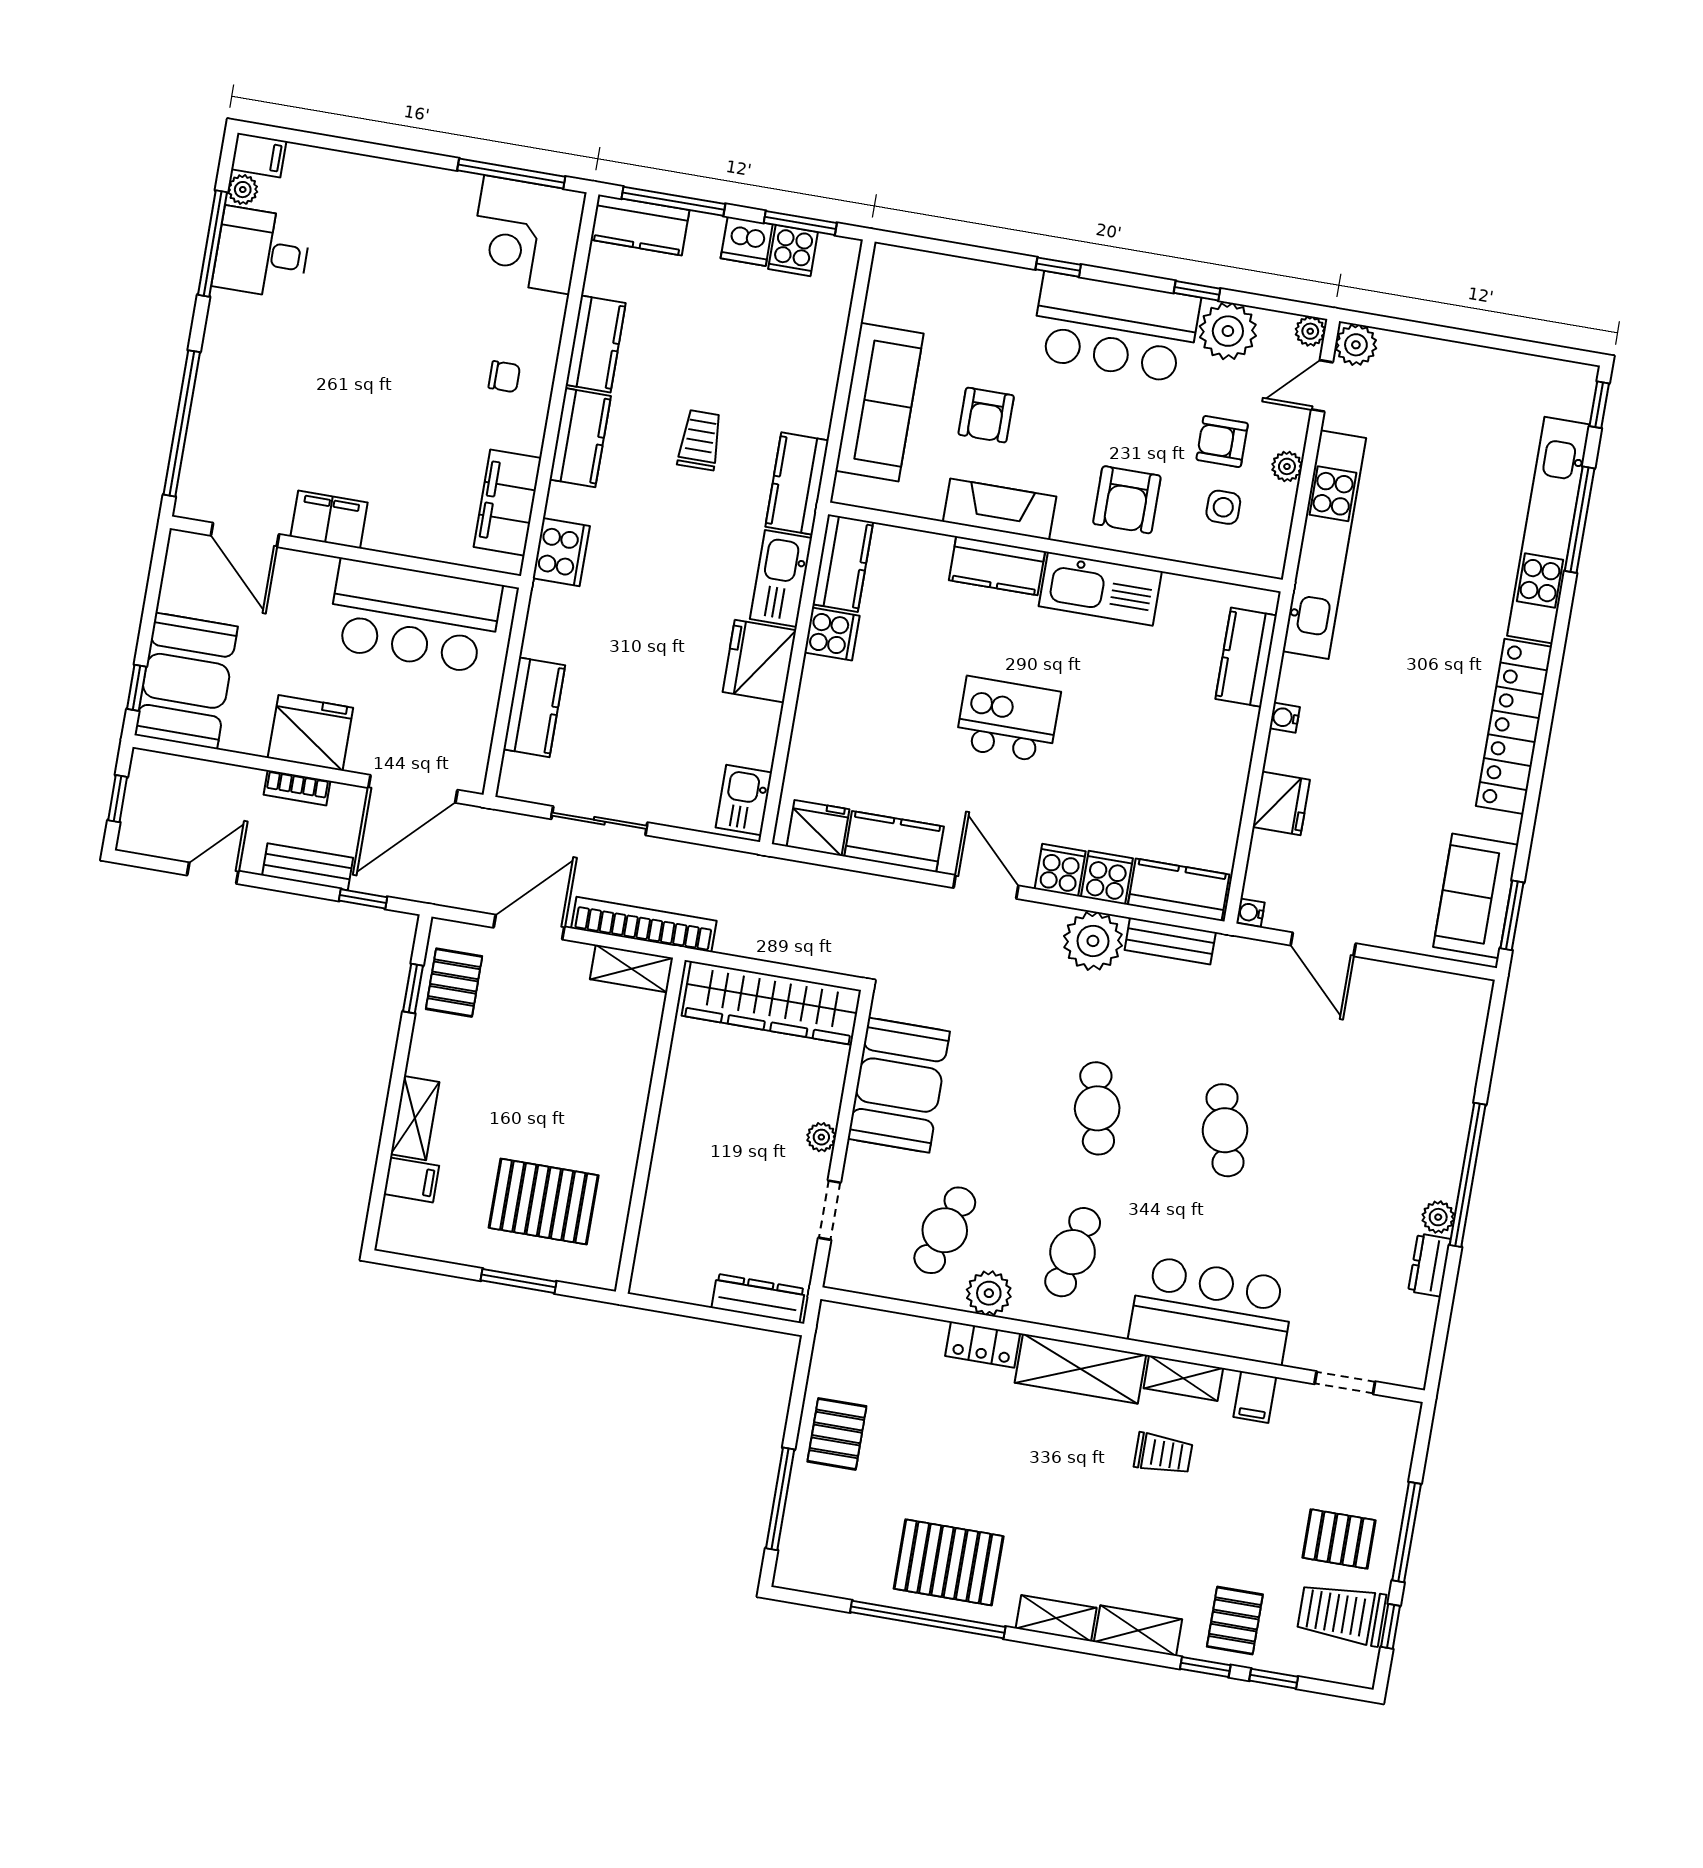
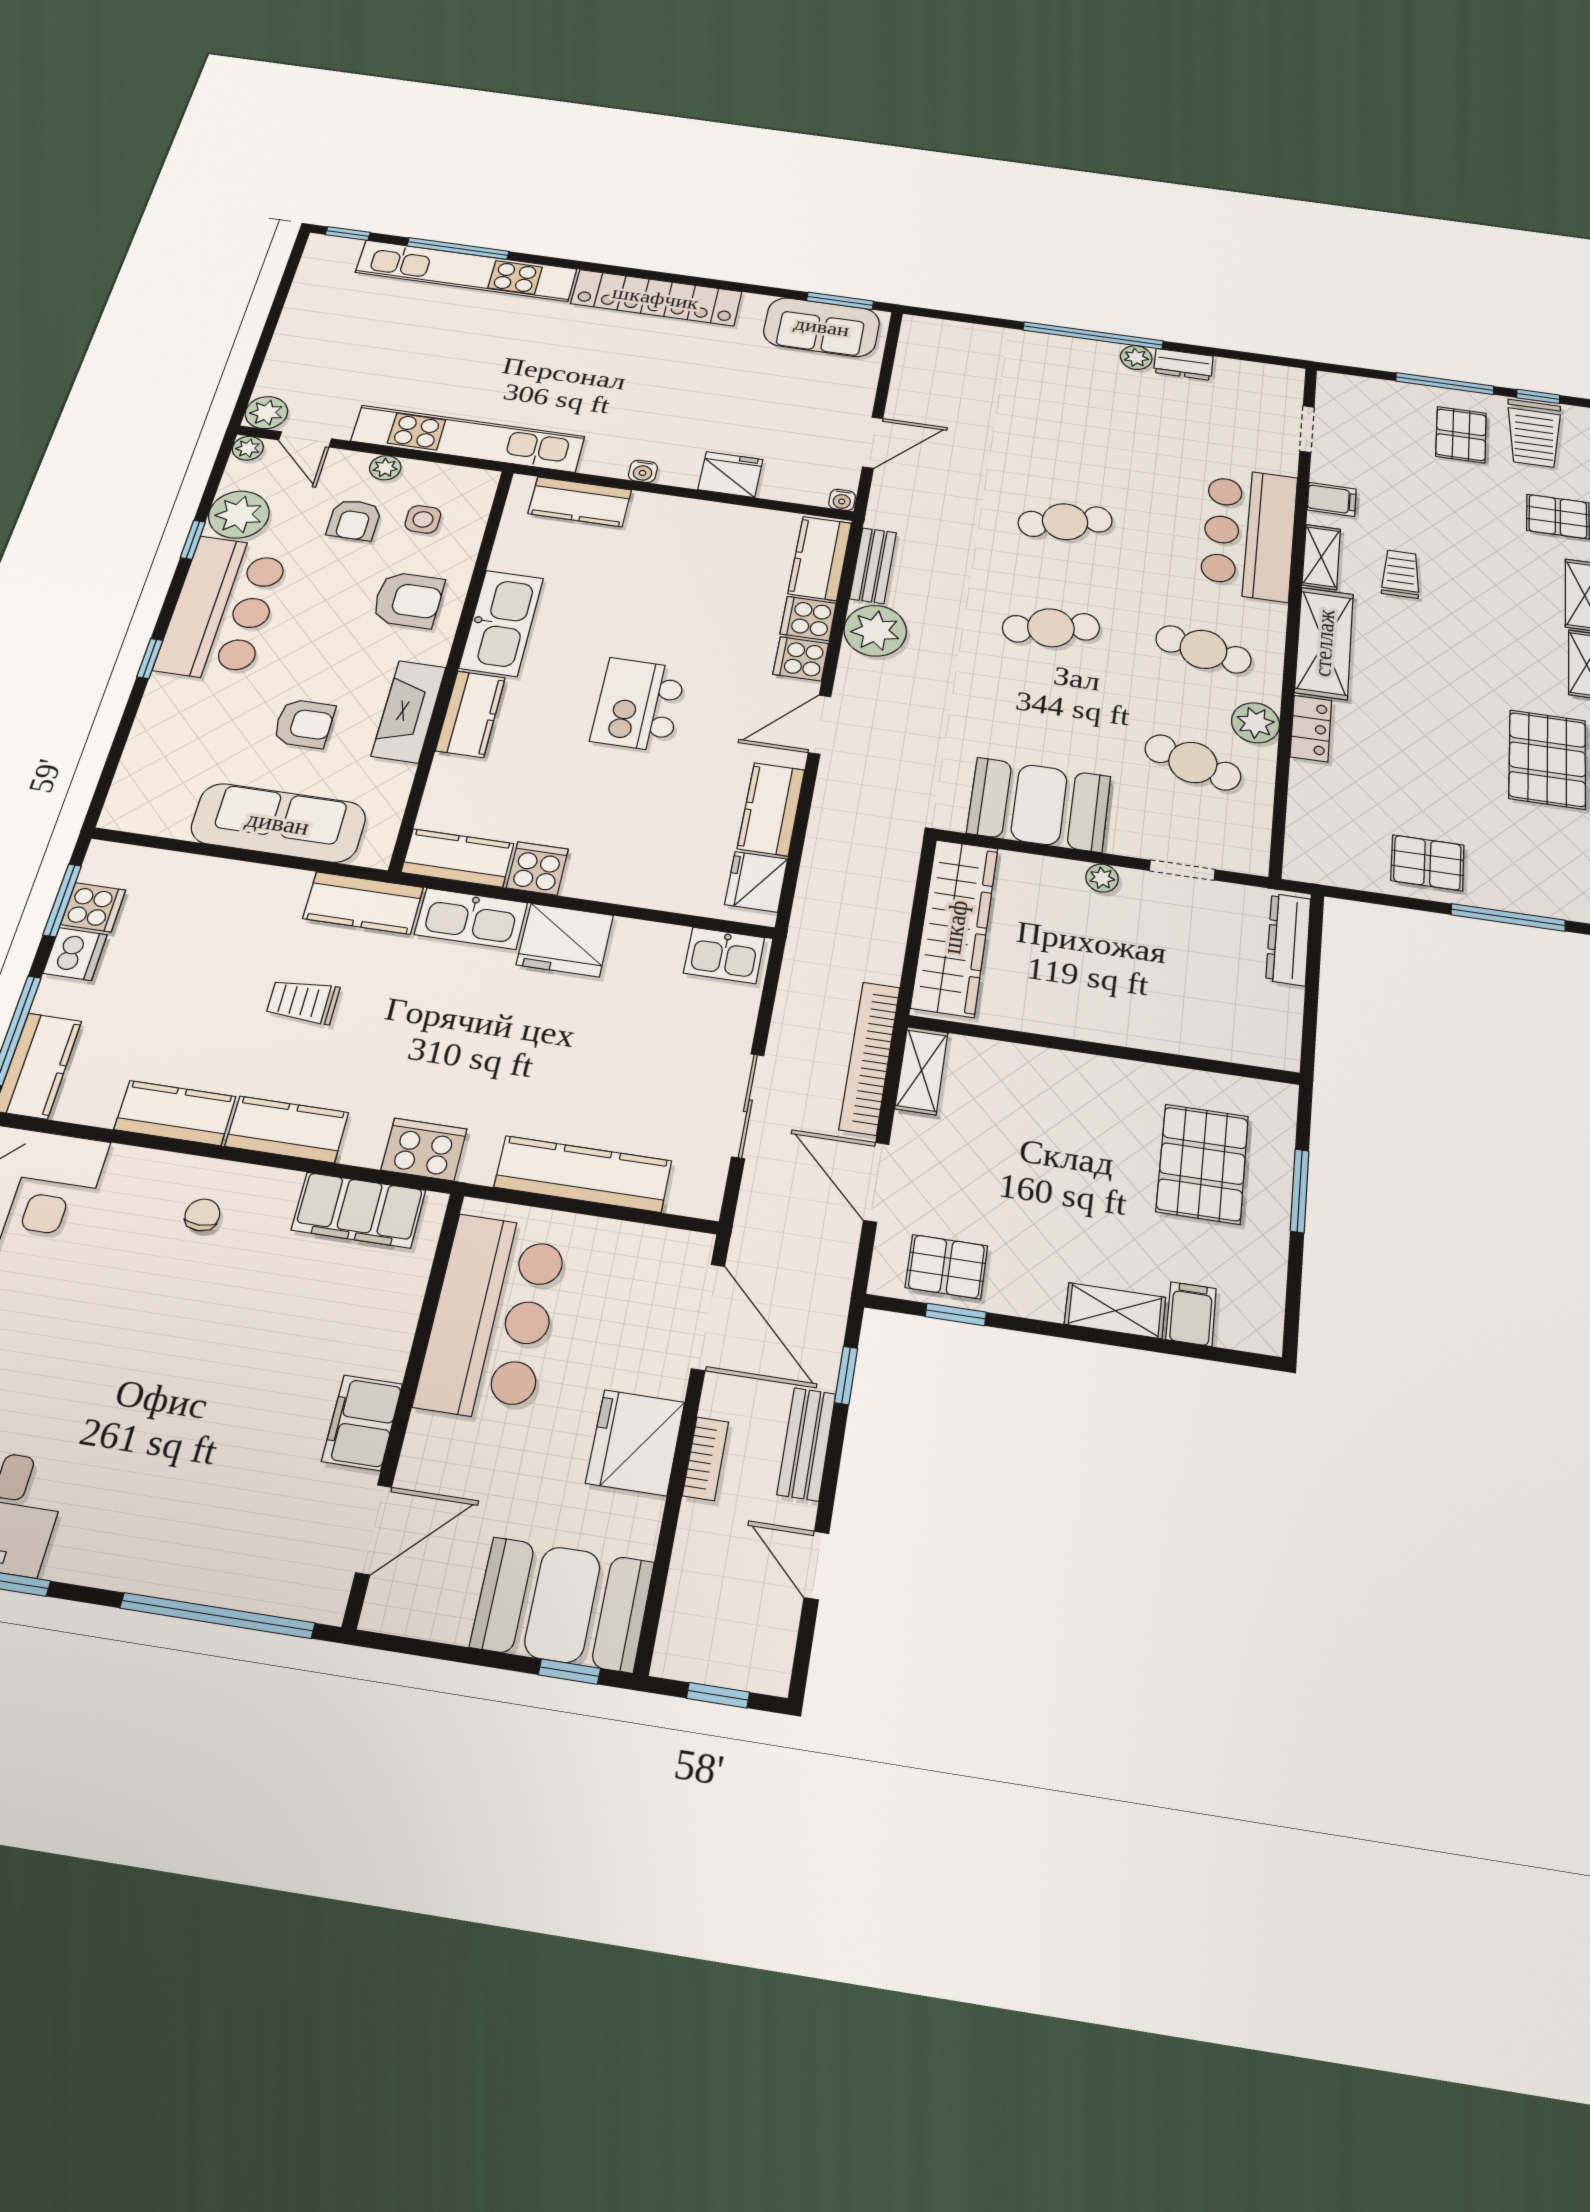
kitchen counter: (534, 707) -> (583, 1174), width x1.50

